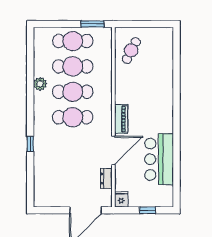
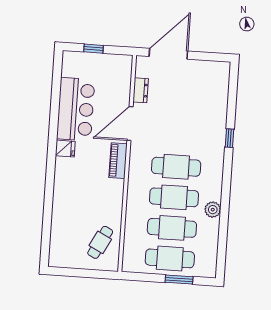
window: (92, 24) -> (179, 280), moved
fridge: (121, 199) -> (65, 149), moved, turned -90

